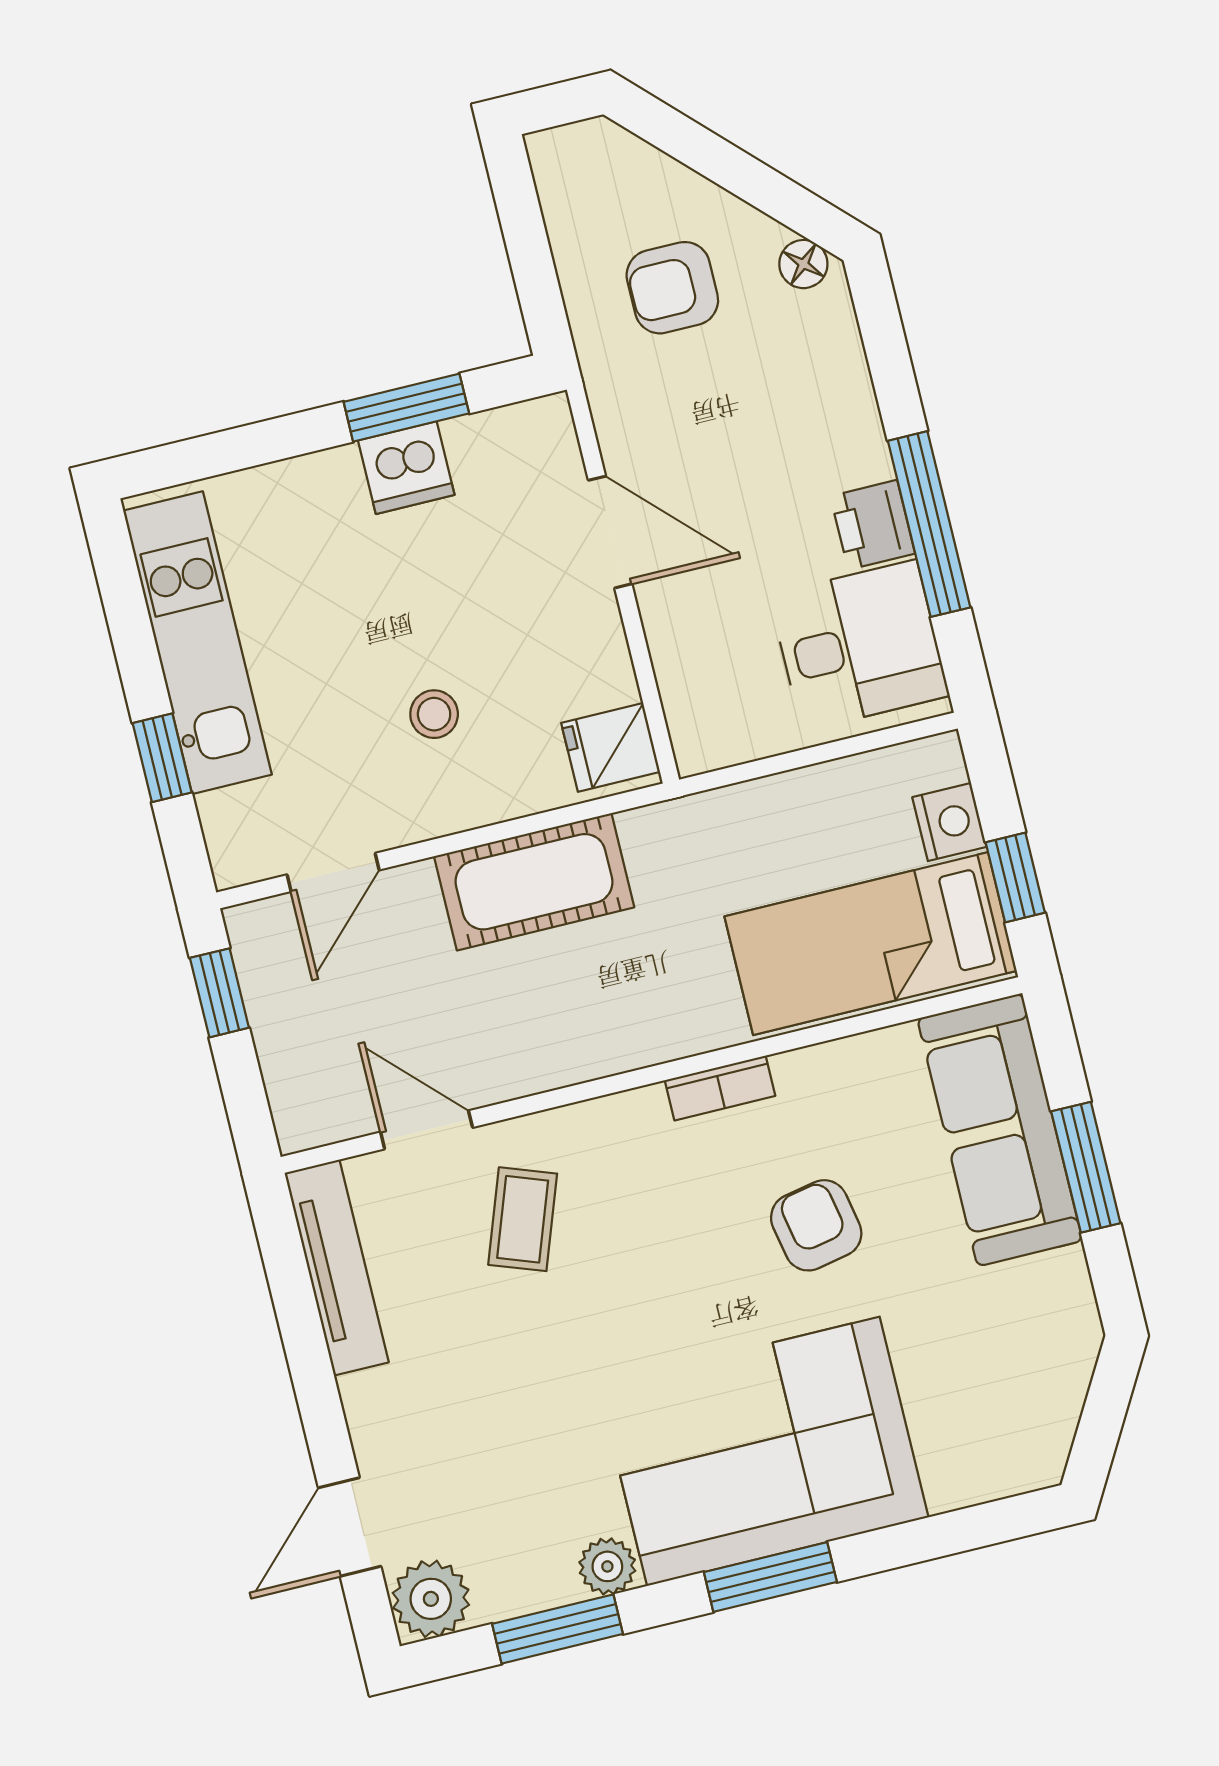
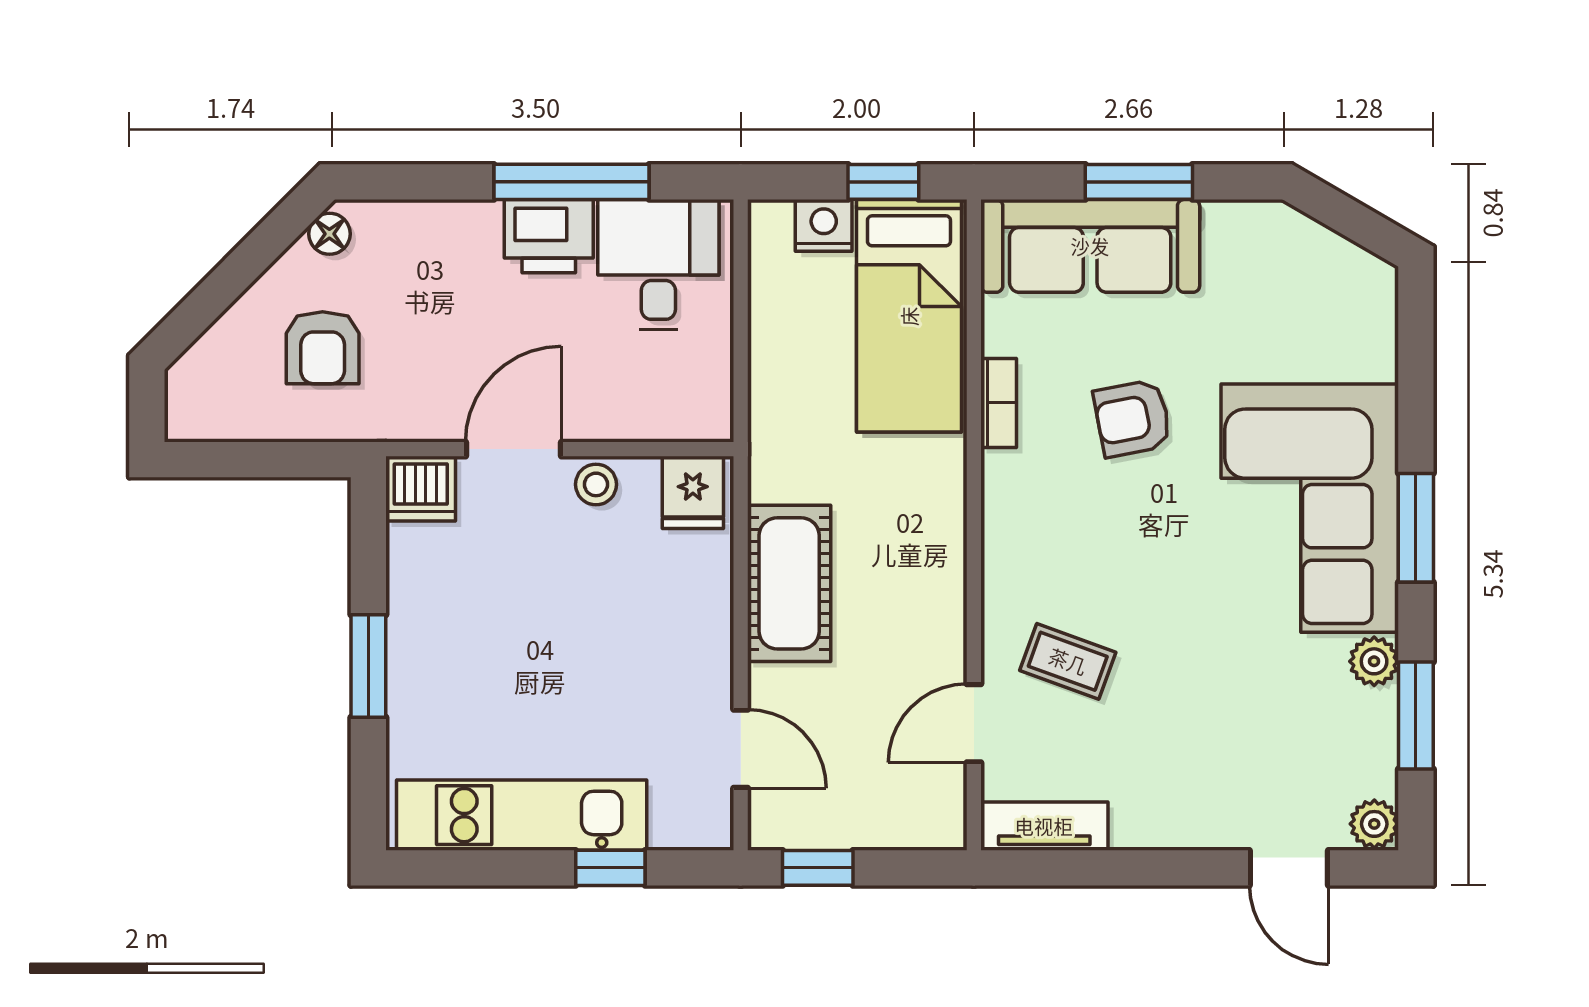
window: (406, 408) -> (368, 666), moved
dishwasher: (406, 468) -> (421, 489), moved, turned 90
printer: (873, 525) -> (549, 236), width x1.36, depth x1.24
stool: (434, 714) -> (596, 484), moved
bookcase: (720, 1088) -> (999, 403), moved
tv unit: (337, 1268) -> (1044, 826), width x0.71
plant: (431, 1599) -> (1374, 824), width x0.73, depth x0.73

